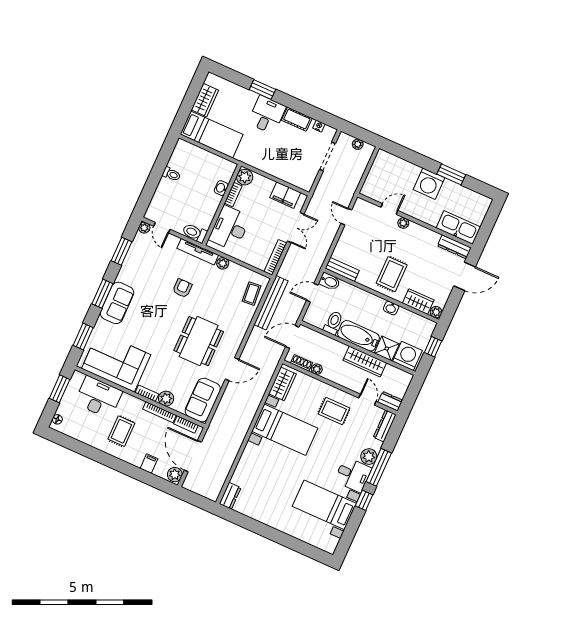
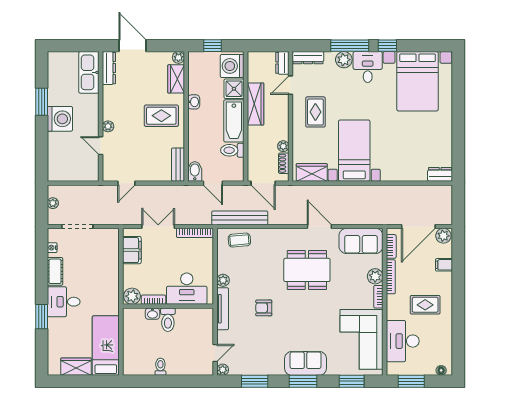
toilet: (195, 233) -> (168, 320), moved
bed with nightstands: (324, 505) -> (418, 81), width x1.36

